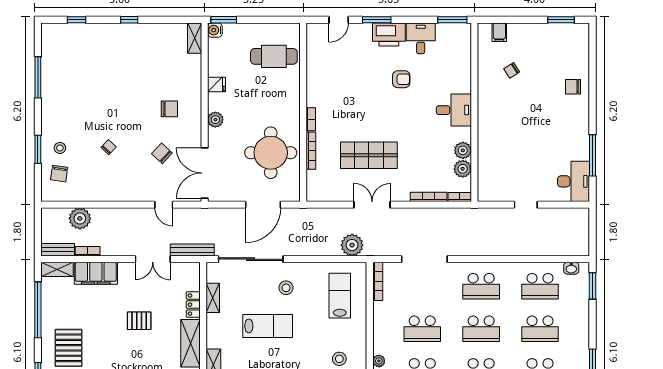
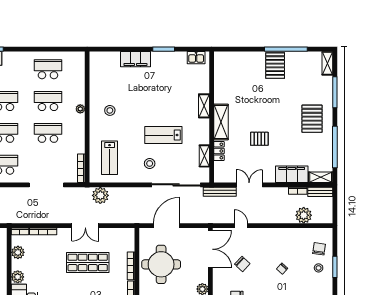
plant: (463, 150) -> (18, 277), moved

